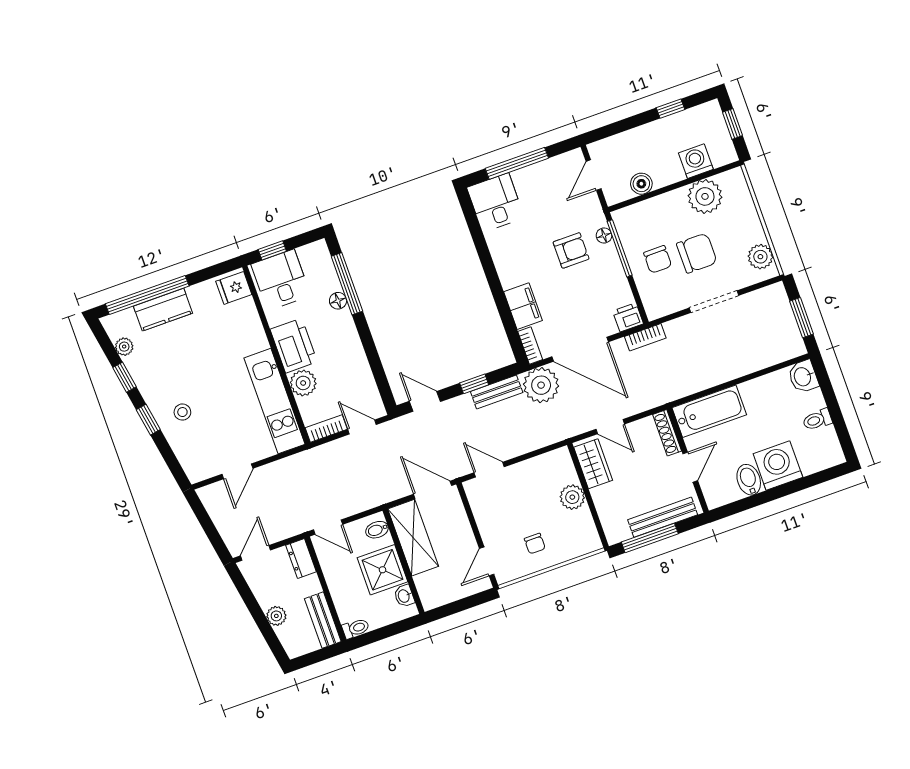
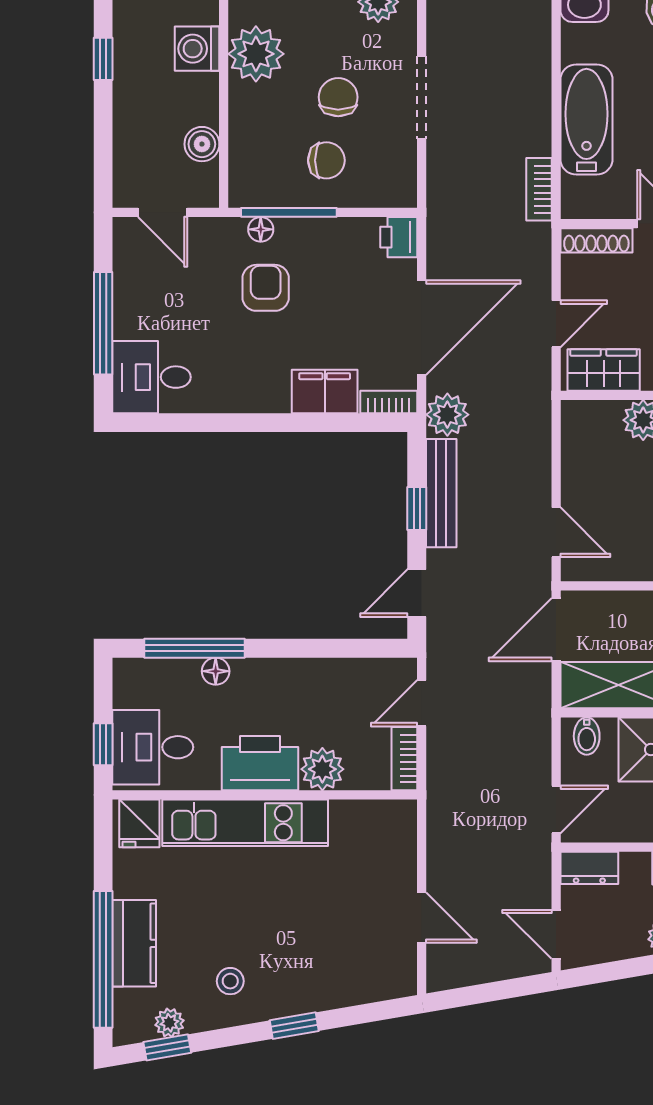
chair: (697, 253) -> (338, 97), width x0.73, depth x0.73
bookcase: (645, 337) -> (539, 189), moved, turned 180
window: (124, 377) -> (167, 1047), moved
plant: (541, 385) -> (447, 415), width x0.73, depth x0.73
bench: (497, 392) -> (441, 493), width x1.36
kitchen unit: (274, 401) -> (245, 823), moved
bathtub: (709, 411) -> (586, 119), moved
stool: (182, 412) -> (230, 981), moved
door: (489, 470) -> (556, 532), swing flipped

